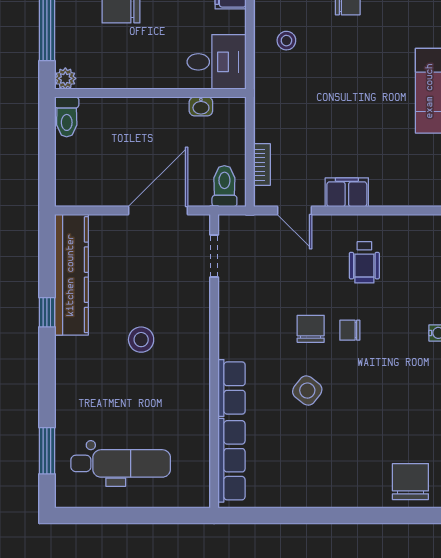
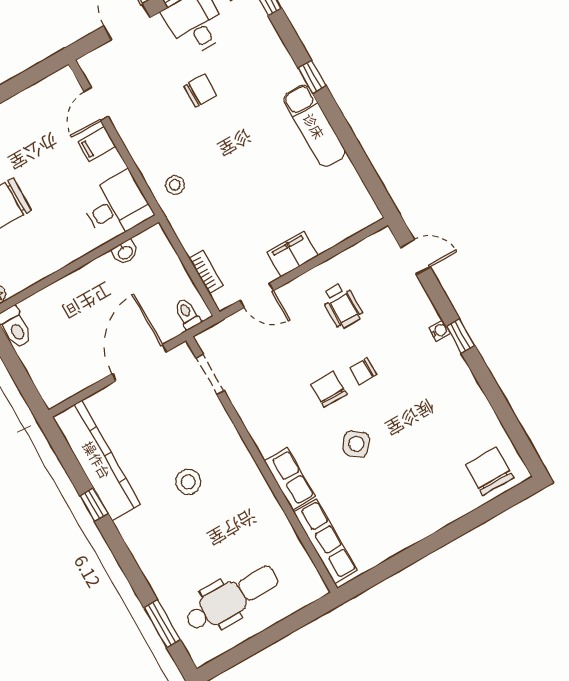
stool: (286, 41) -> (175, 185), moved
toilet: (224, 186) -> (187, 314), width x0.73, depth x0.72

